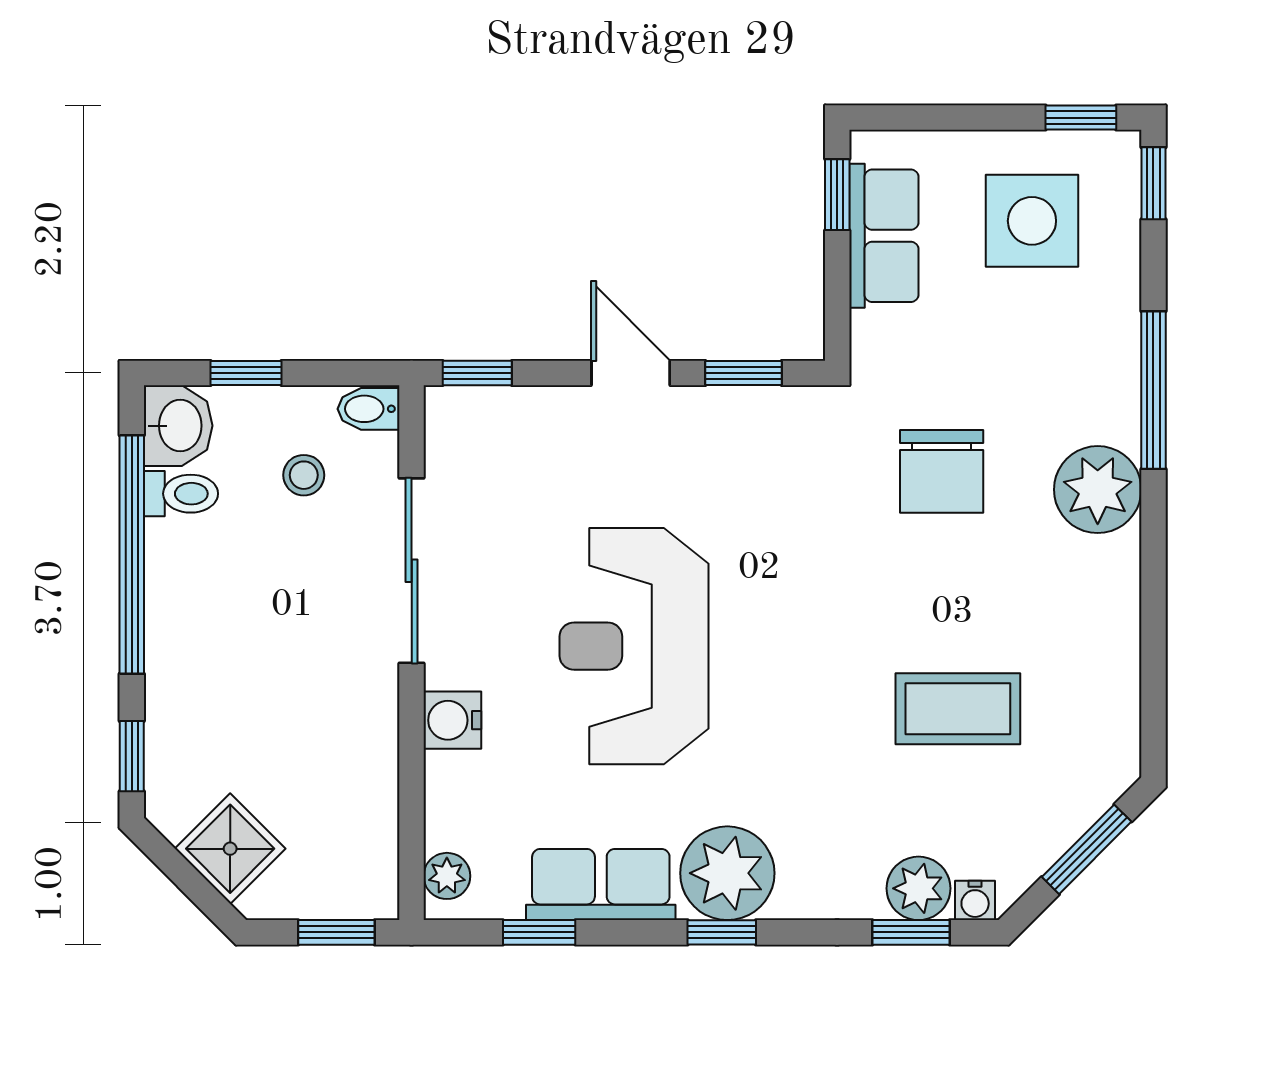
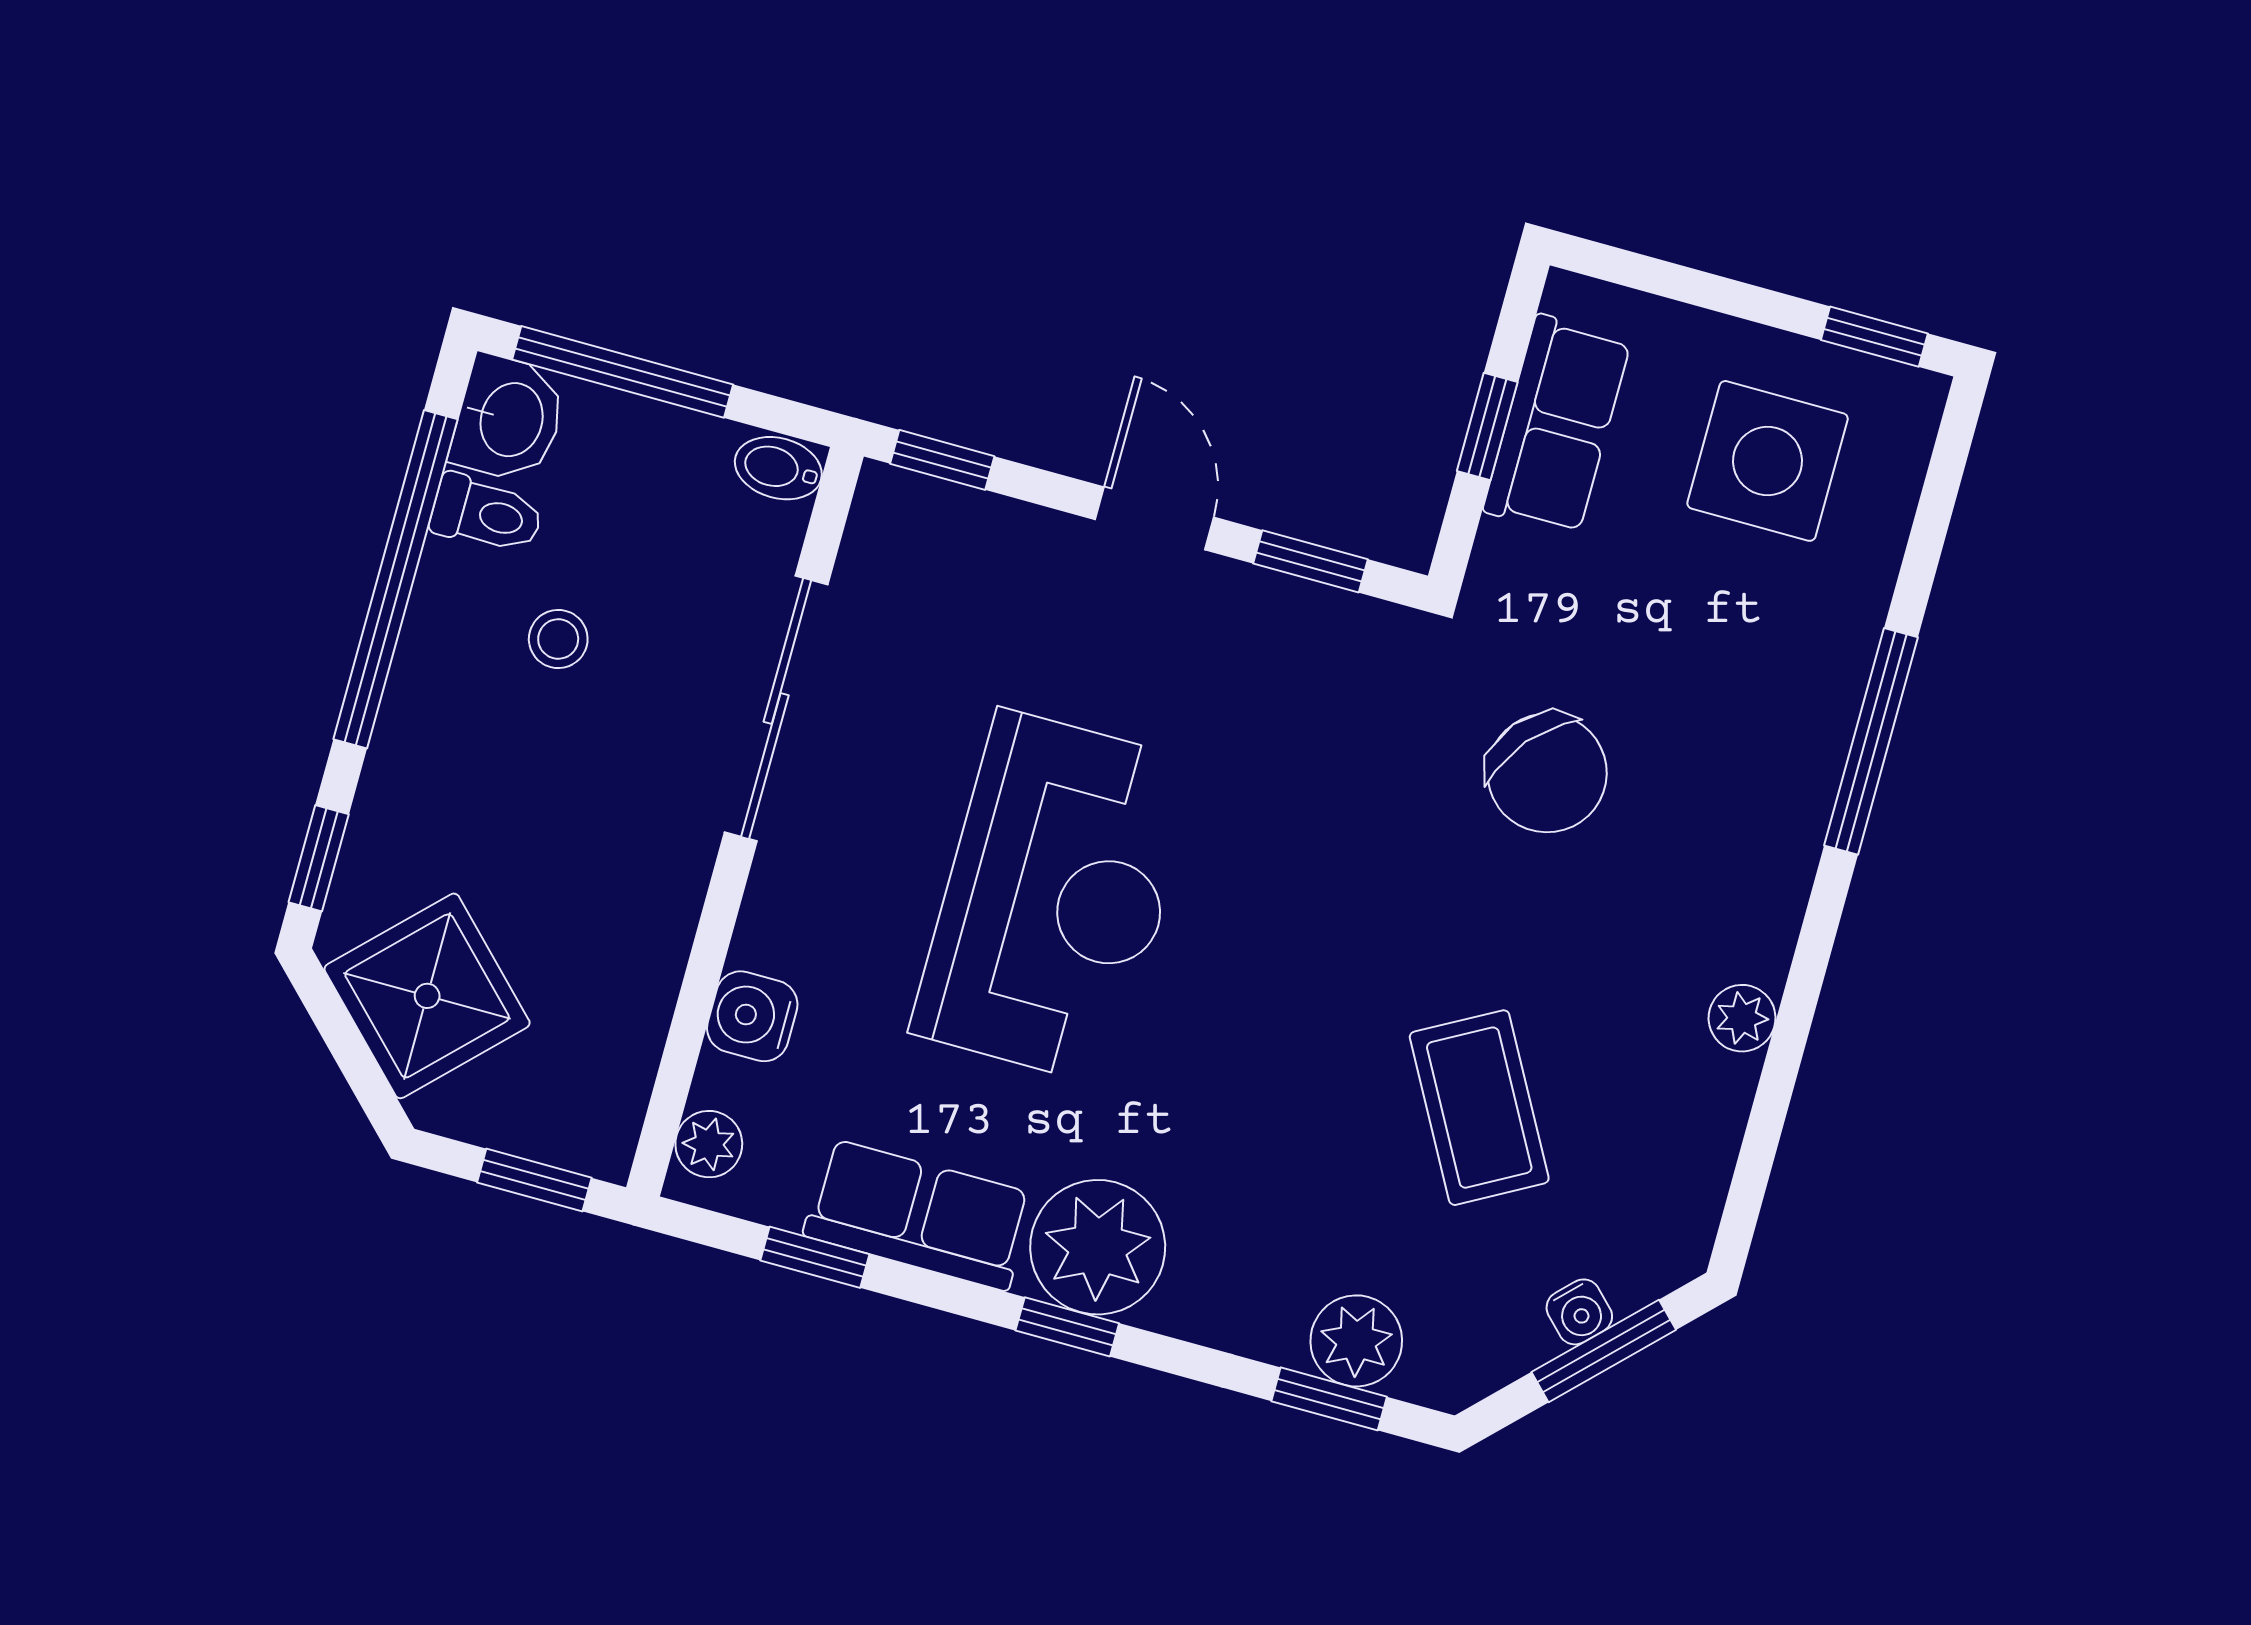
window: (1153, 183) -> (1950, 455), removed
window: (837, 195) -> (1487, 427), moved
window: (246, 373) -> (623, 372), width x2.17
chair: (942, 471) -> (1547, 773), turned -50
stool: (304, 475) -> (558, 639), moved
plant: (1098, 490) -> (1742, 1018), moved, width x0.53, depth x0.53
reception desk: (634, 646) -> (1055, 898), turned 180
coffee table: (958, 709) -> (1479, 1108), turned 61
water cooler: (452, 720) -> (752, 1016), moved
shower: (230, 849) -> (427, 996), width x1.36, depth x1.36
water cooler: (975, 900) -> (1579, 1312), moved, turned -45

